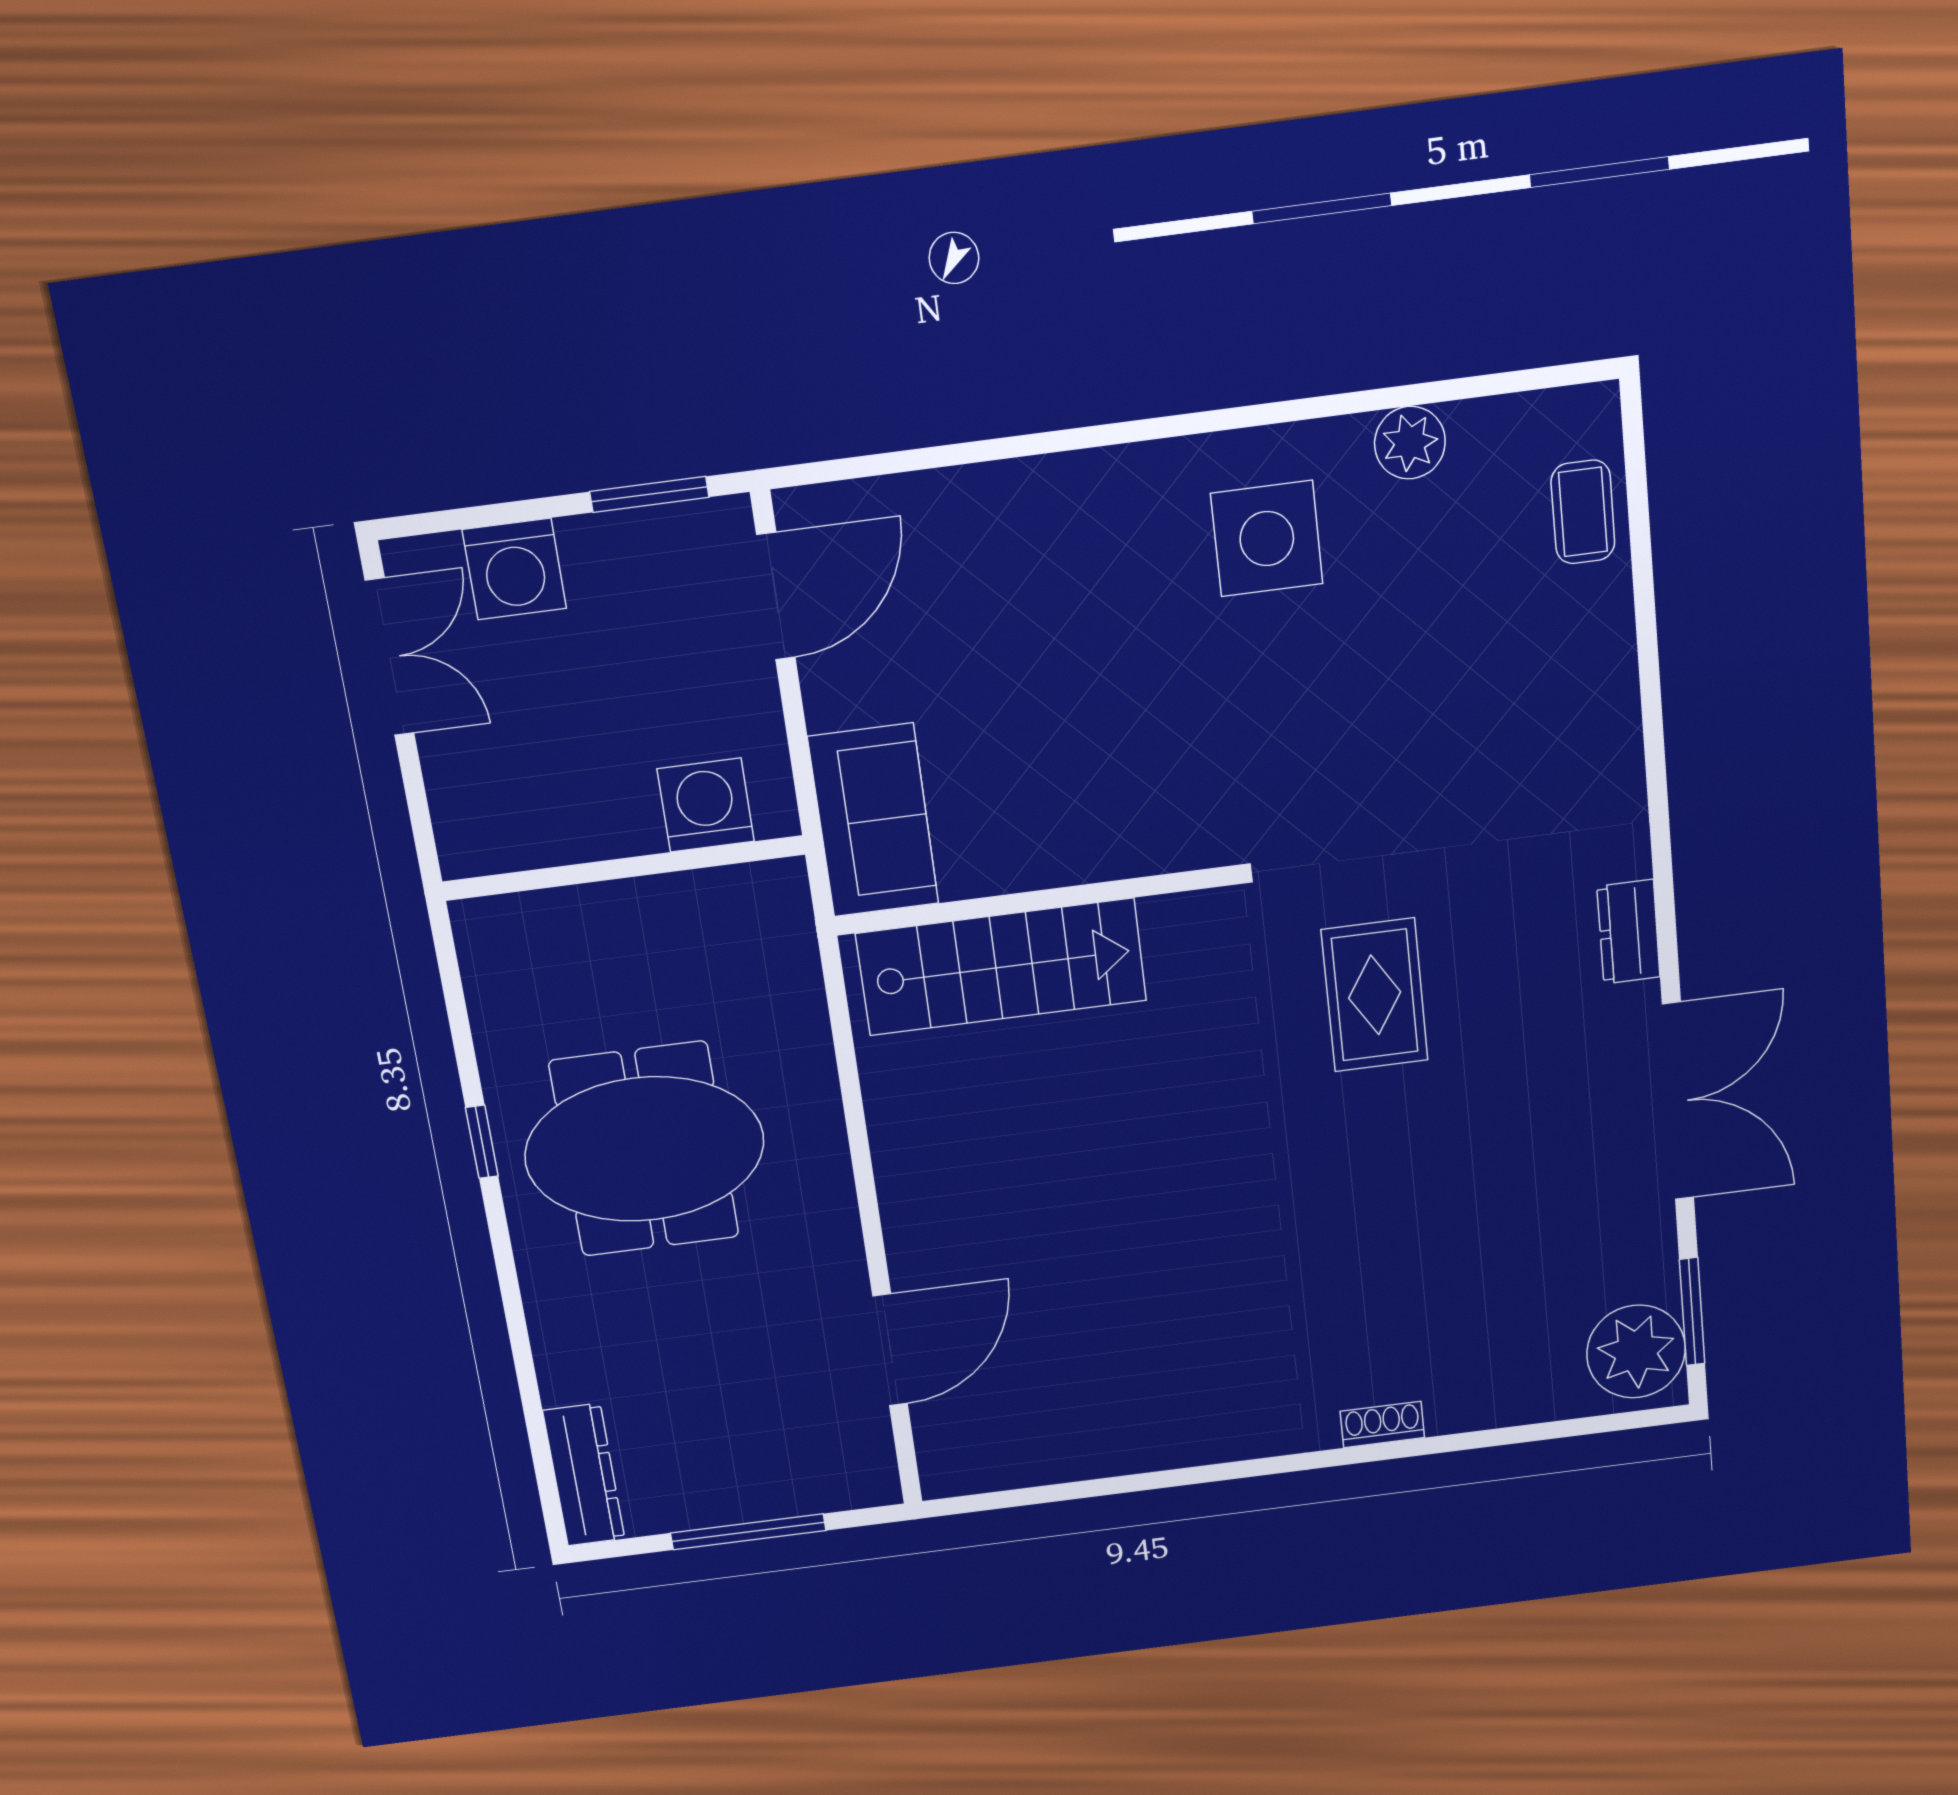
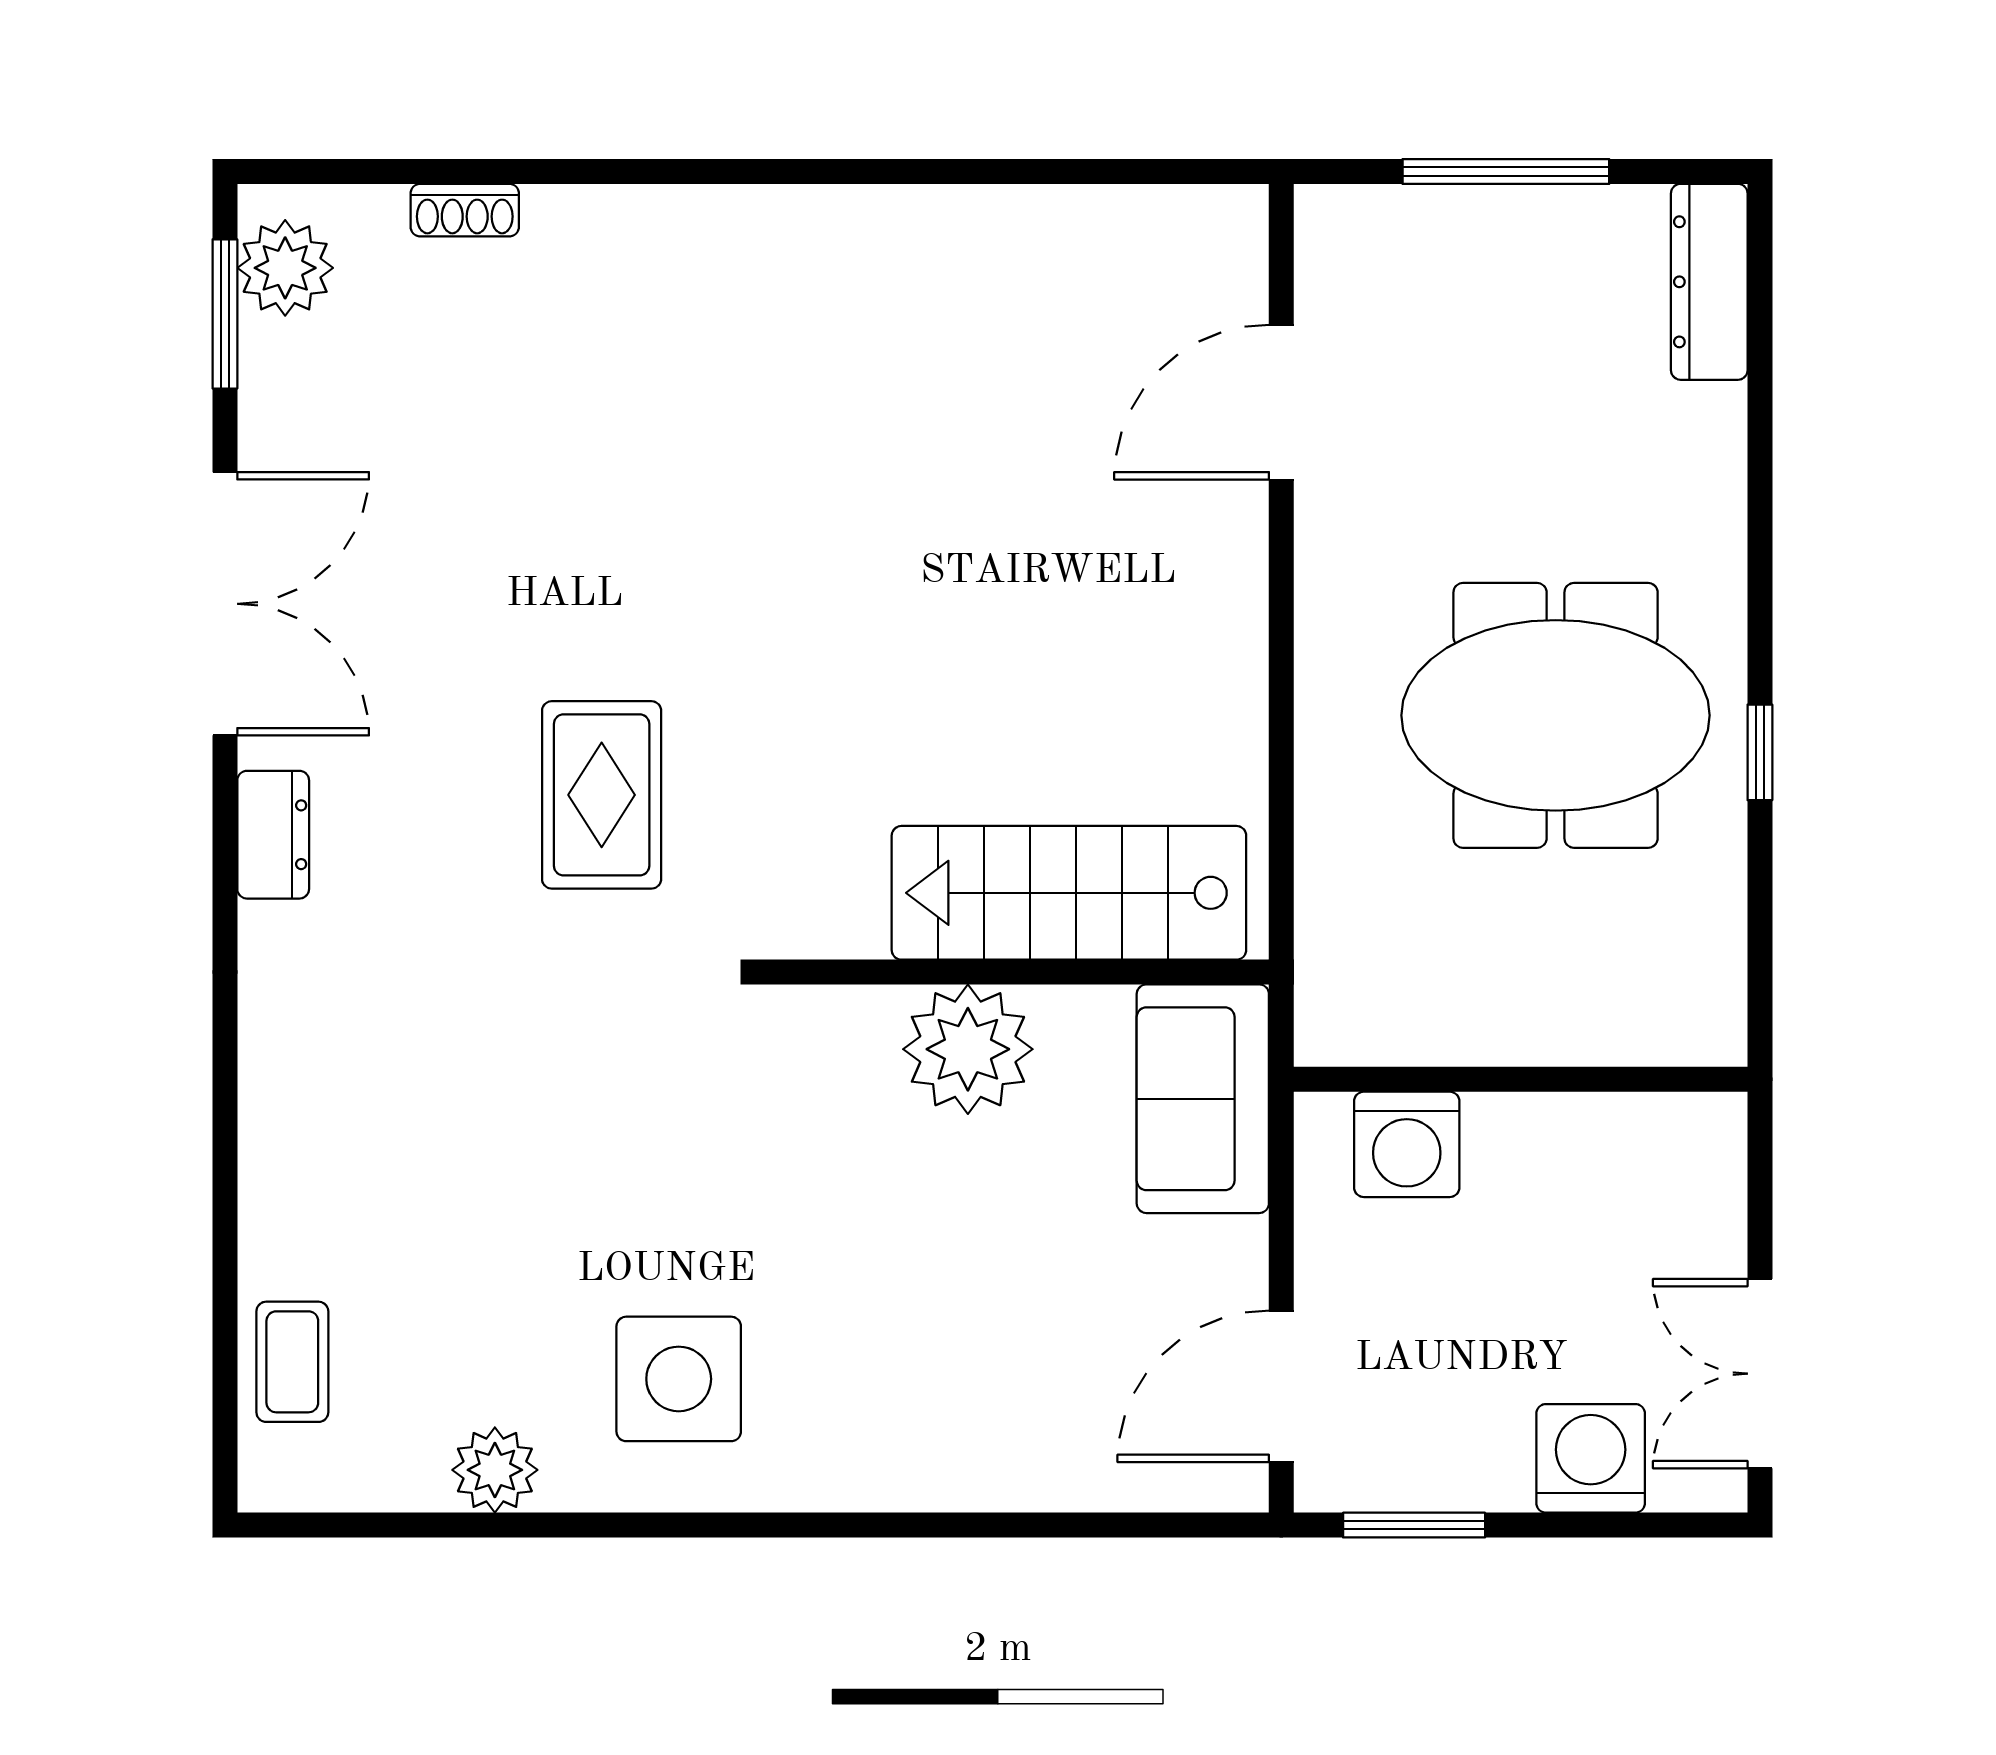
plant: (1065, 835) -> (968, 1049), added
double door: (1678, 1101) -> (225, 604), swing flipped
plant: (1636, 1352) -> (285, 268), width x0.73, depth x0.73
shoe rack: (1382, 1424) -> (465, 210), moved

